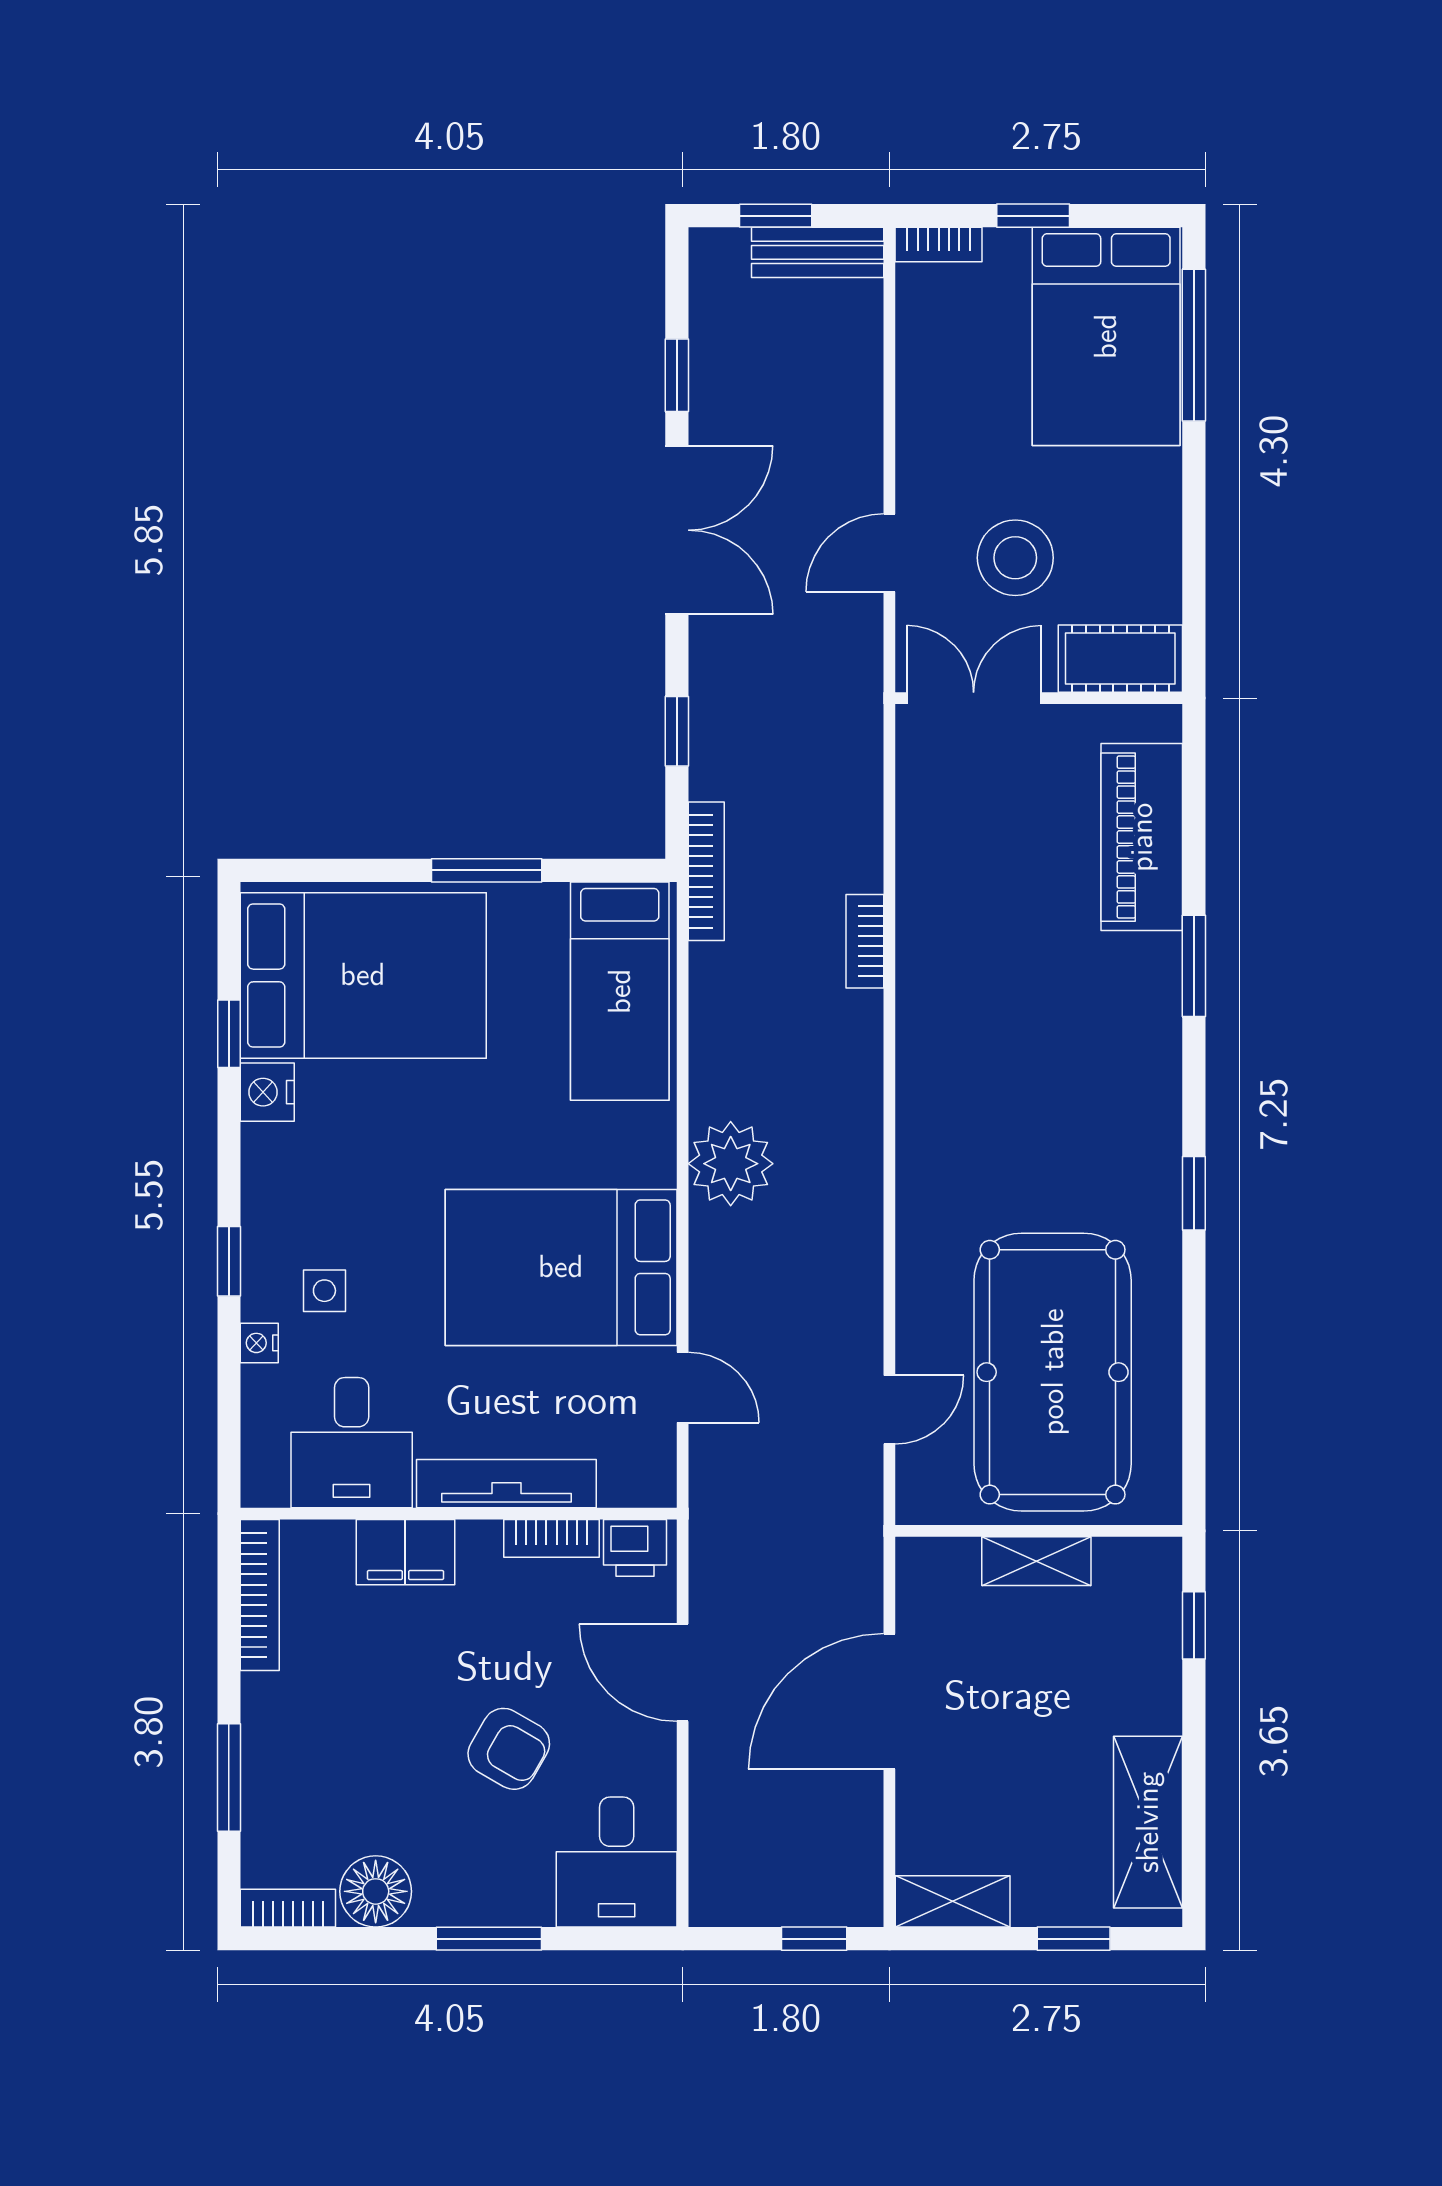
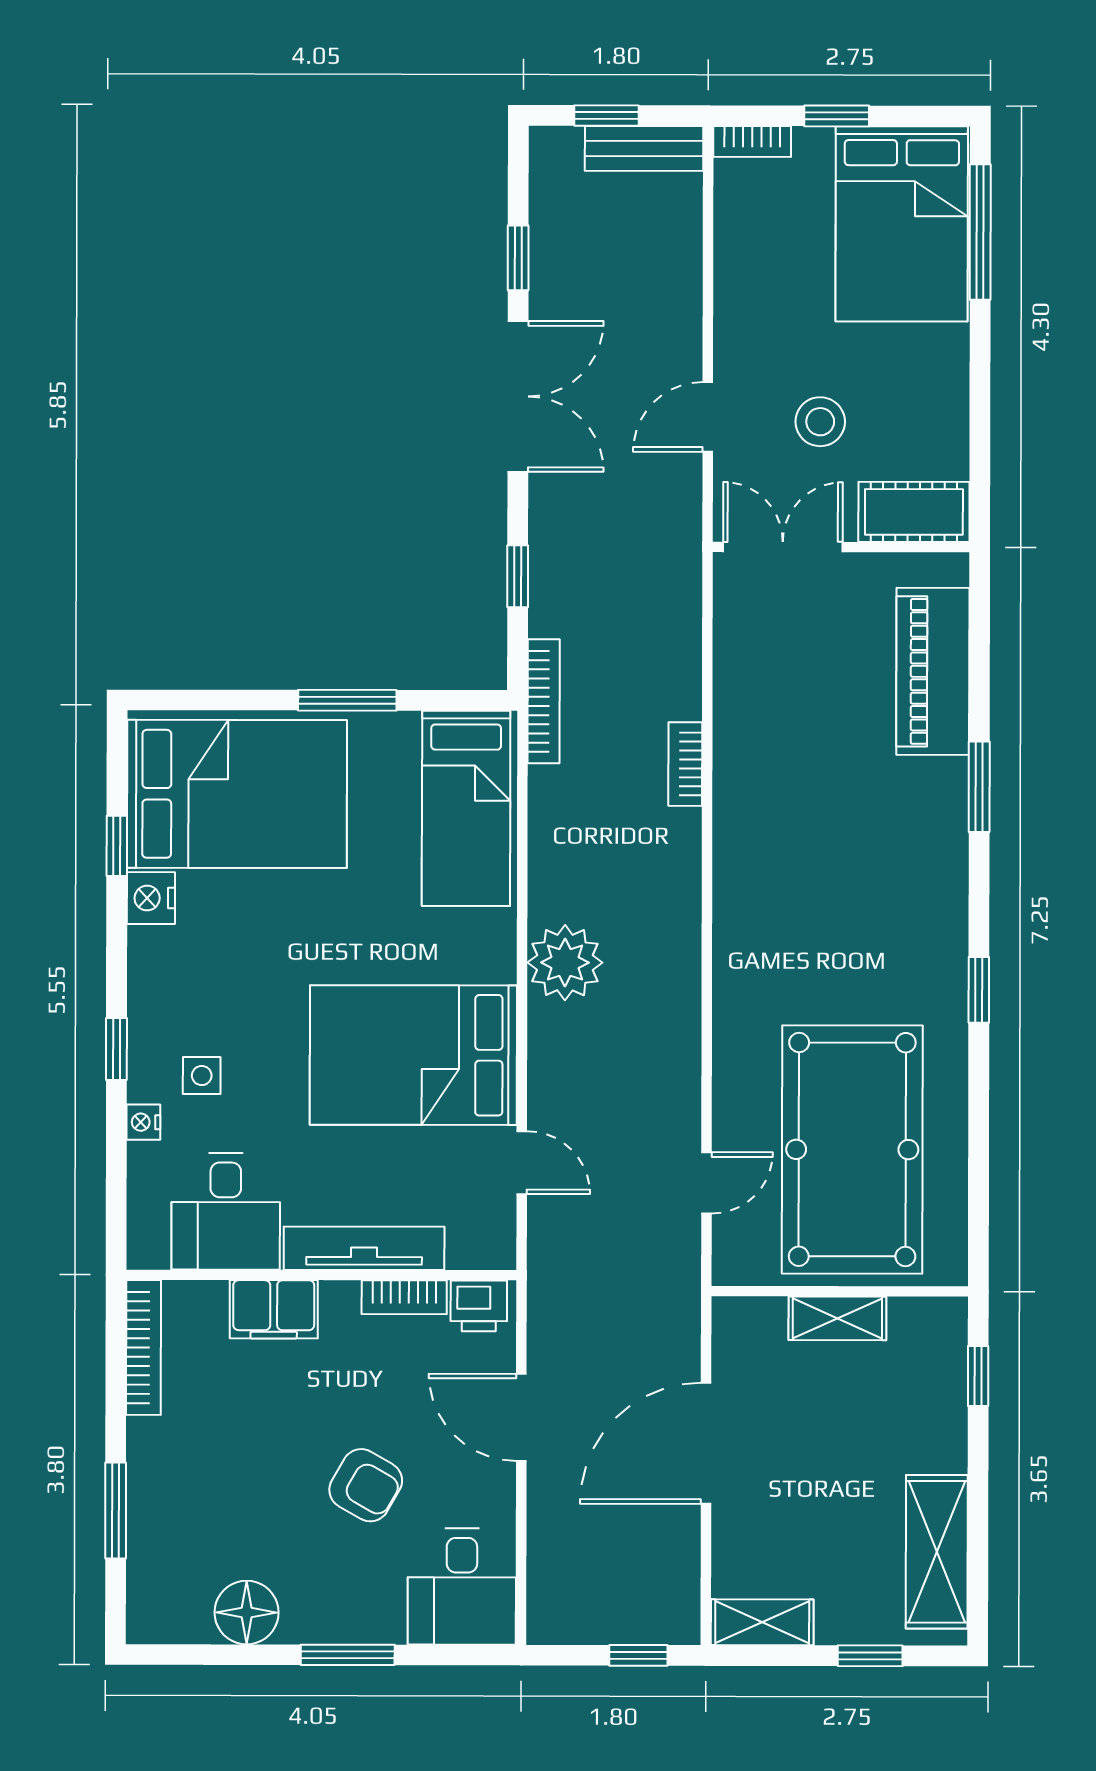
stool: (1015, 558) -> (820, 422), width x0.73, depth x0.73
bookcase: (288, 1908) -> (168, 1627), removed

